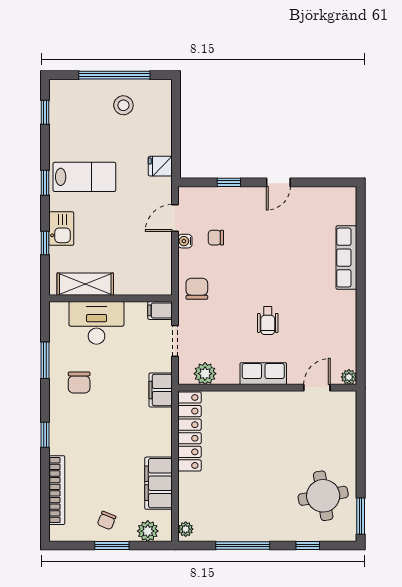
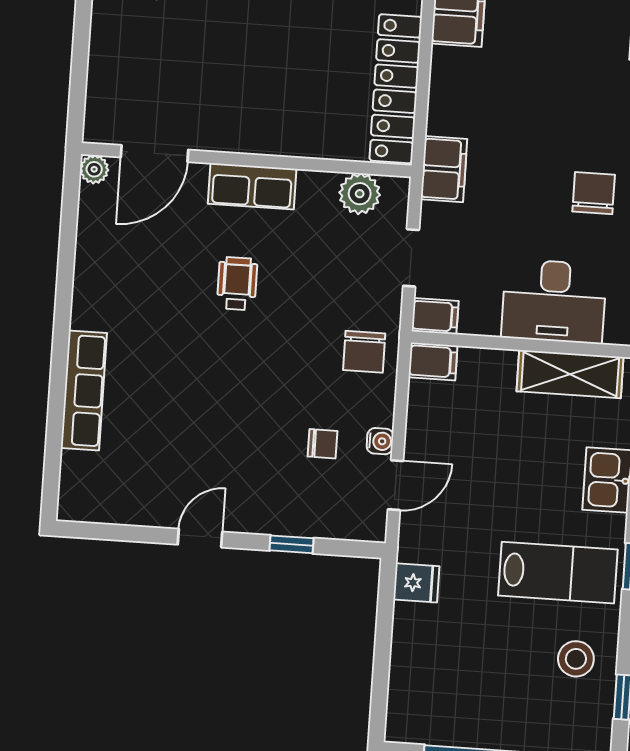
stool: (123, 105) -> (576, 659), moved
lab bench: (84, 177) -> (558, 573), turned 180
filing cabinet: (159, 286) -> (433, 361), added
door: (317, 388) -> (155, 154), width x1.38

